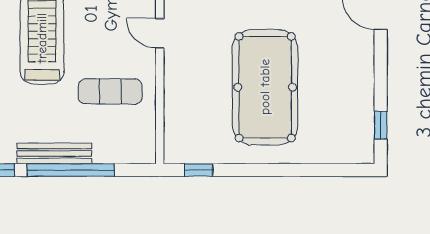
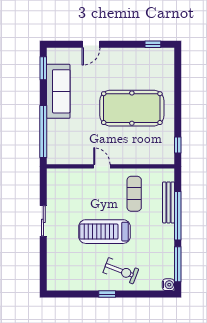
door: (160, 33) -> (102, 166), swing flipped
bench: (54, 154) -> (169, 202), moved

